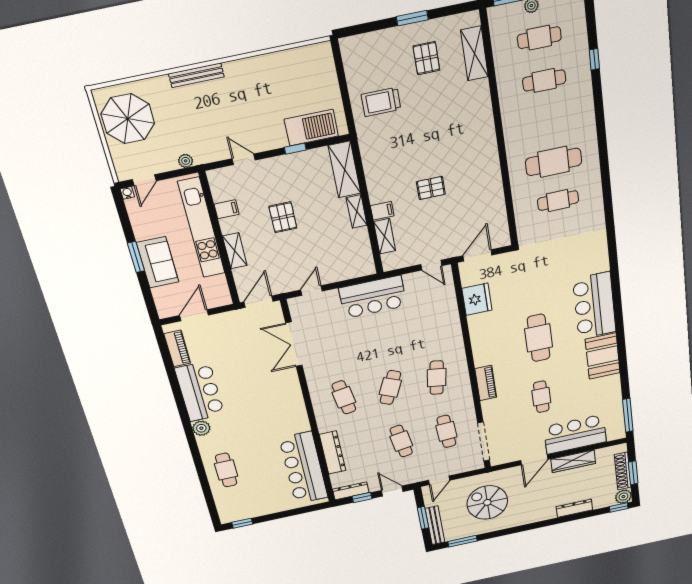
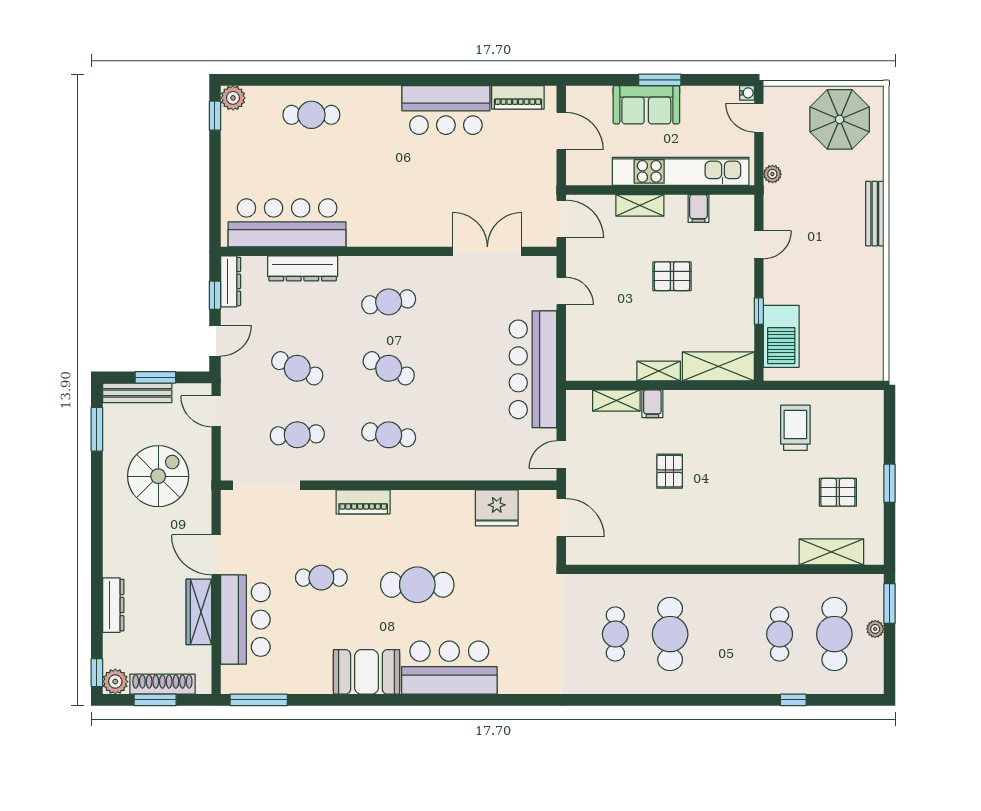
cafe table: (539, 38) -> (834, 634), width x1.37, depth x1.35
bar counter: (373, 297) -> (533, 369), width x1.36
plant: (201, 428) -> (233, 98), moved
cafe table: (401, 441) -> (297, 368), turned 33

